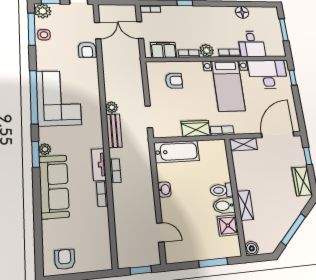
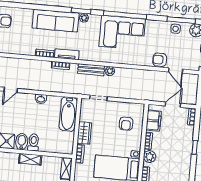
shelving: (245, 205) -> (30, 159), moved

